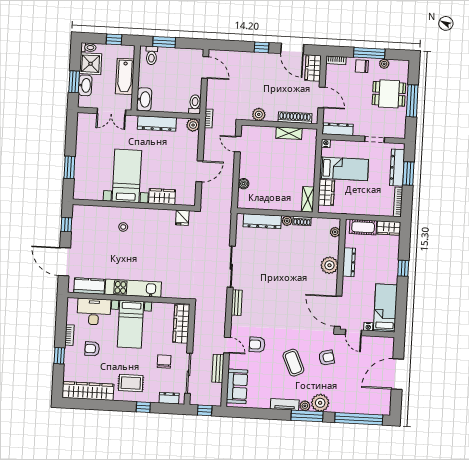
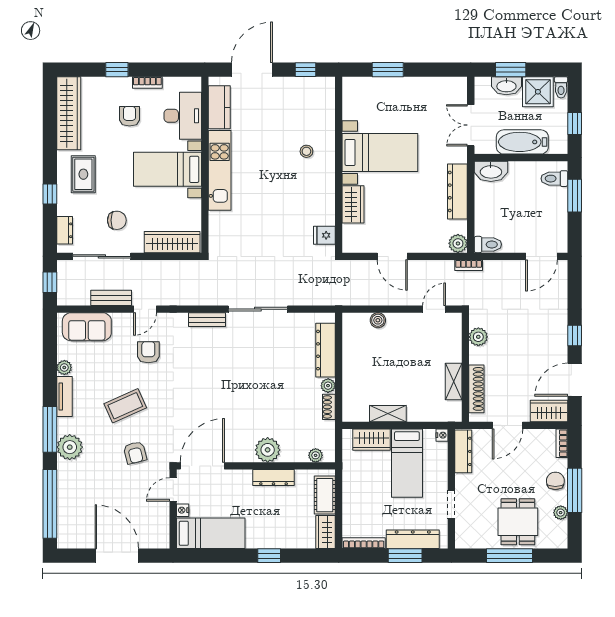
shelving: (308, 199) -> (388, 414), moved
plant: (305, 406) -> (64, 368), moved

